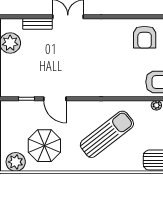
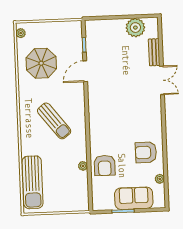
sun lounger: (107, 134) -> (54, 121), width x0.73, depth x0.75
plant: (16, 162) -> (21, 33), width x0.53, depth x0.53

